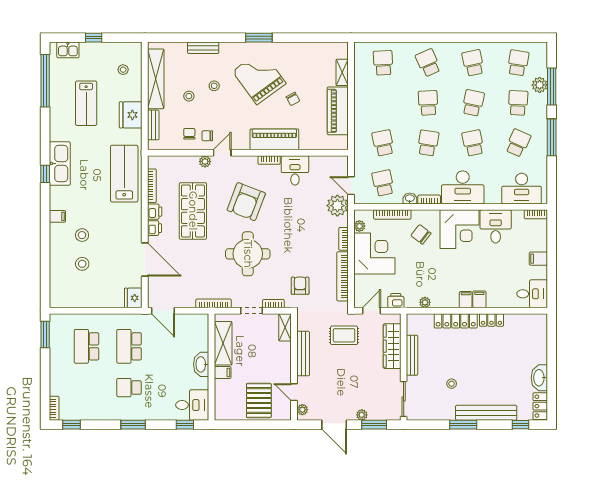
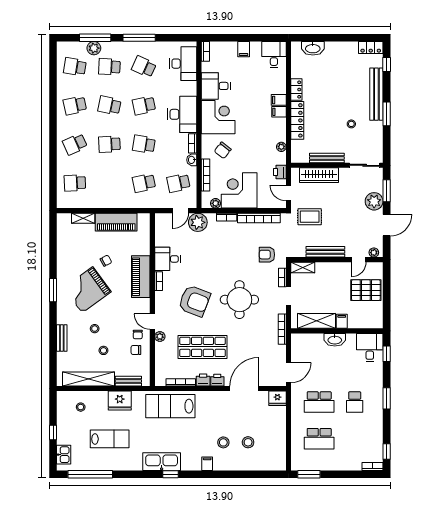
rug: (344, 335) -> (310, 217), turned 90
washbasin: (539, 378) -> (313, 48), moved
plant: (362, 415) -> (374, 201), width x1.88, depth x1.88

